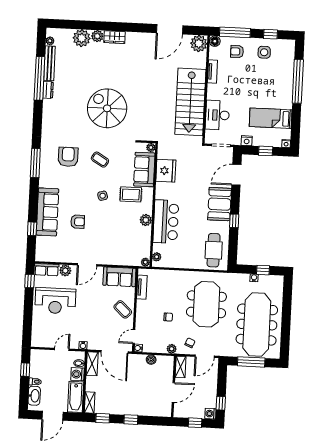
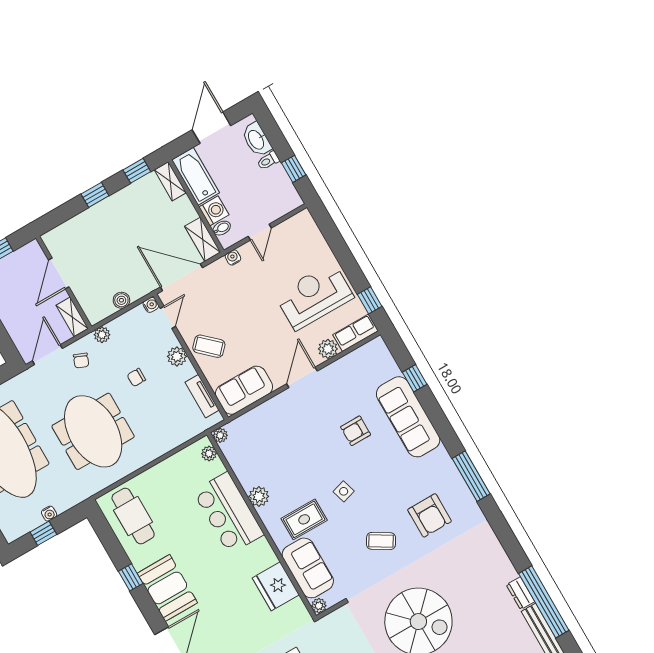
plant: (142, 314) -> (177, 356), added

